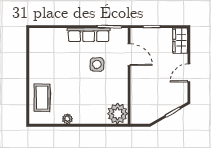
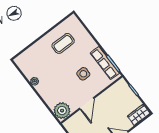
row of seats: (89, 35) -> (105, 63), moved
door: (129, 55) -> (87, 103), moved
coffee table: (42, 98) -> (63, 43), moved

